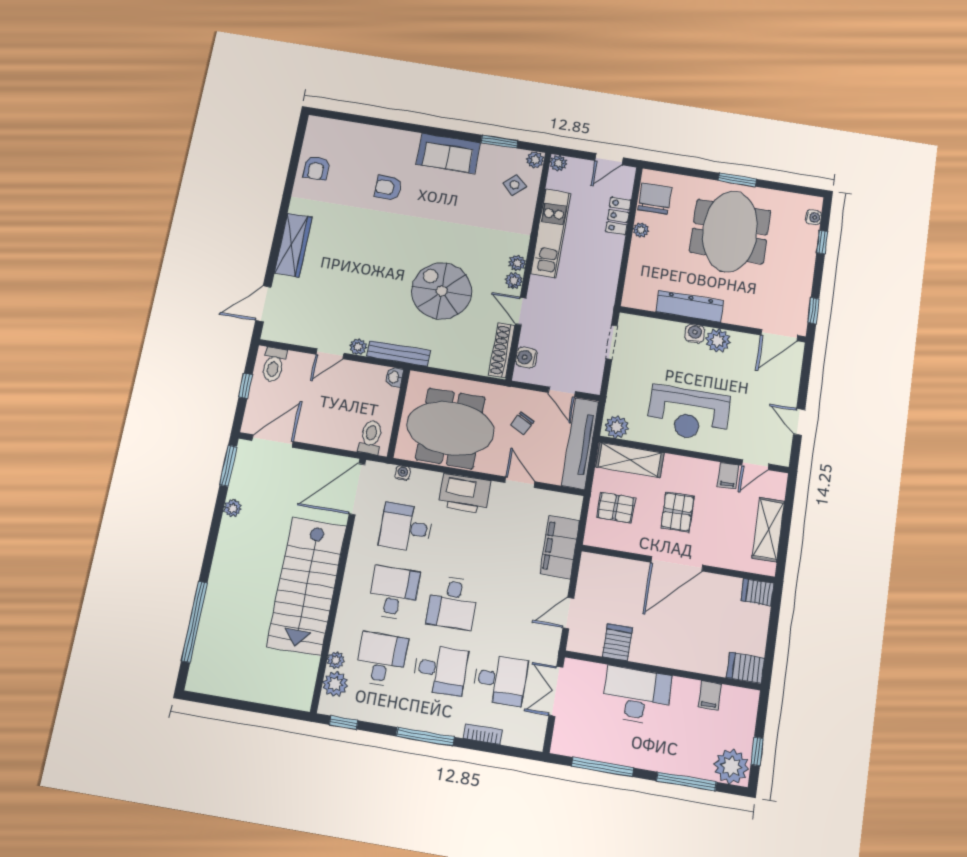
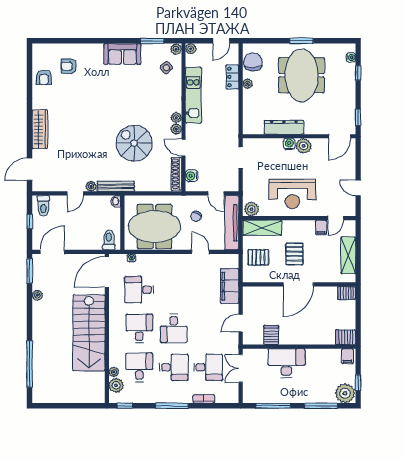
armchair: (388, 188) -> (69, 66), moved
printer: (464, 494) -> (169, 264), removed
filing cabinet: (710, 695) -> (347, 356), moved

